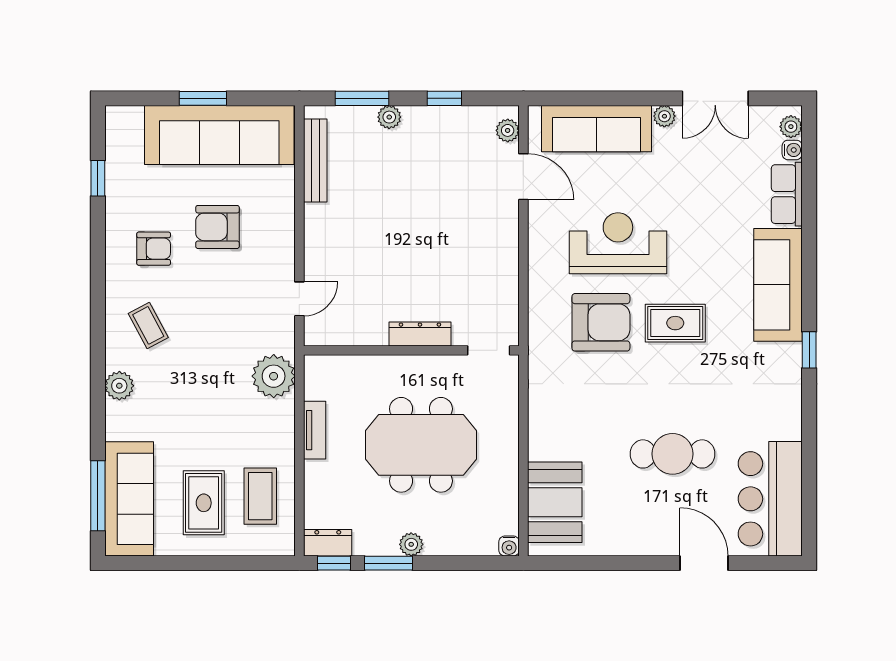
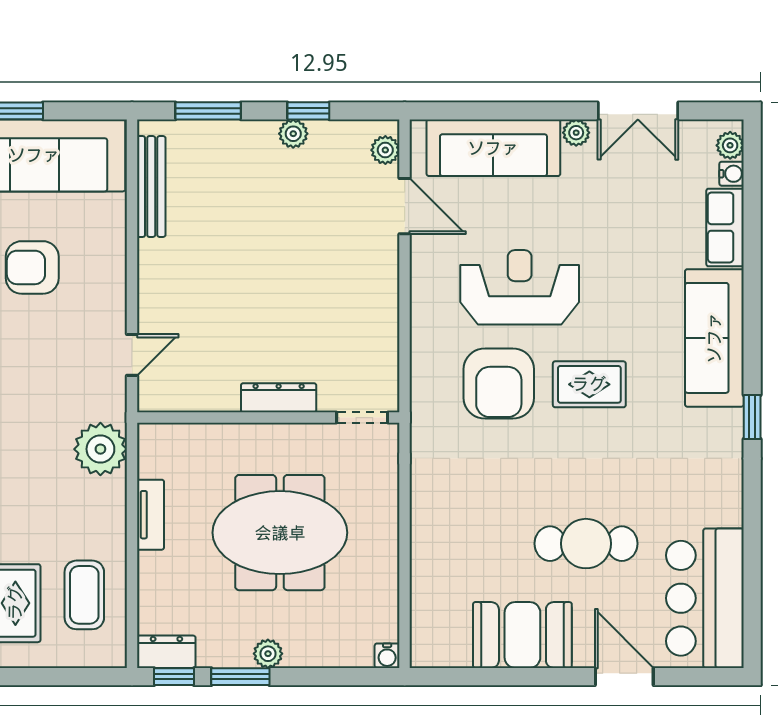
plant: (389, 117) -> (293, 134), moved
armchair: (601, 322) -> (499, 383), turned 90
booth: (555, 502) -> (522, 635), moved, turned 90

